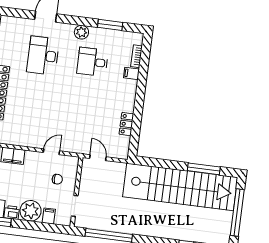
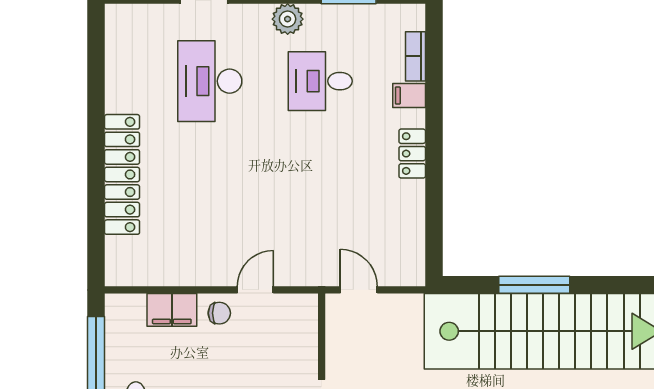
locker: (126, 124) -> (412, 154), moved
window: (204, 169) -> (534, 285), moved
chair: (57, 179) -> (219, 313), moved

